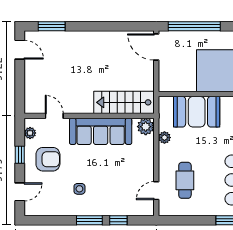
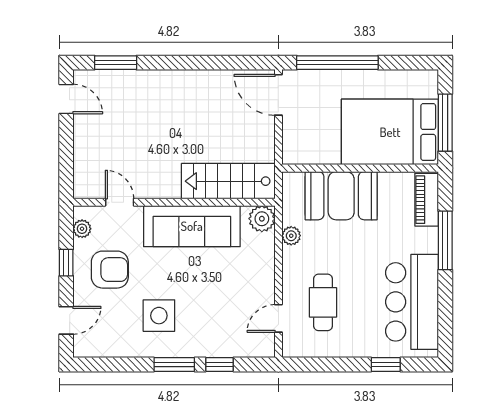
side table: (79, 189) -> (159, 316), width x1.87, depth x1.87

